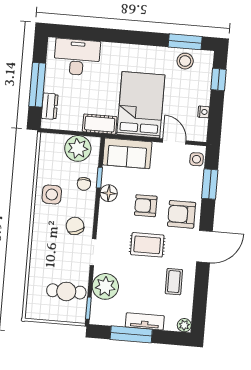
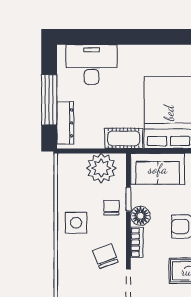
dresser: (50, 106) -> (65, 123), width x1.44
chair: (84, 184) -> (112, 208), turned 180
bookcase: (104, 216) -> (137, 242), added

